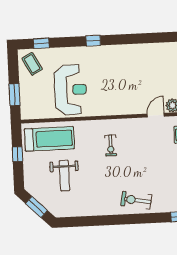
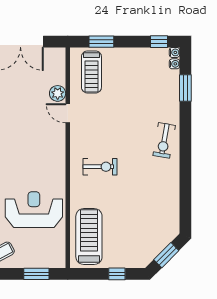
exercise bike: (111, 145) -> (100, 167), width x1.38, depth x1.39
window: (17, 154) -> (117, 274), moved
weight bench: (64, 176) -> (132, 221), removed

